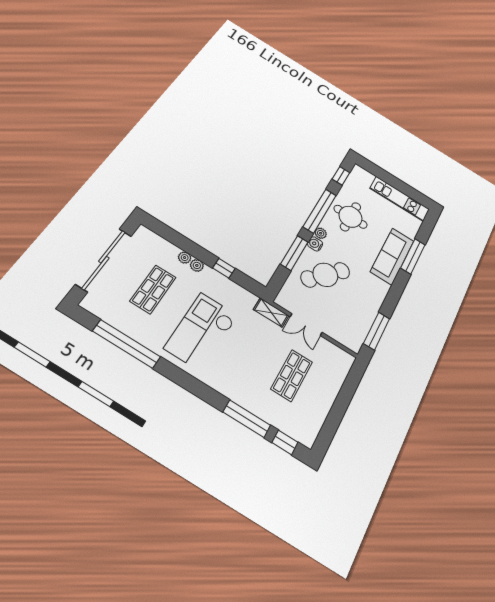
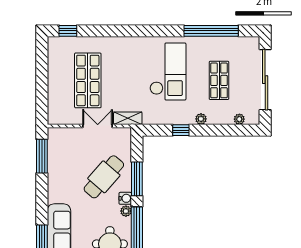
plant: (185, 258) -> (239, 119), moved
shop shelf: (292, 375) -> (88, 80), width x1.43, depth x1.36
window: (247, 419) -> (102, 31), removed

